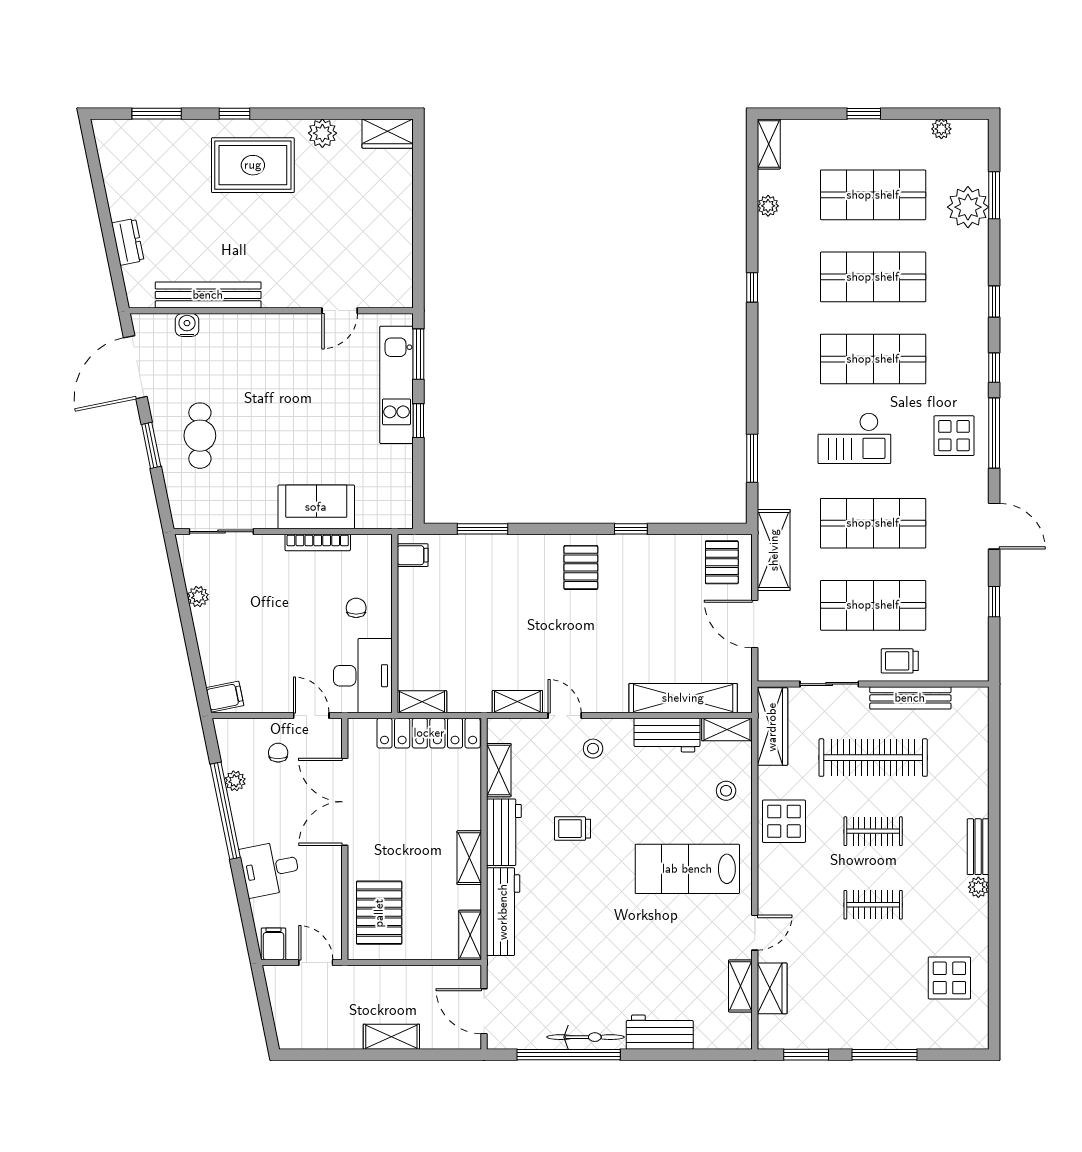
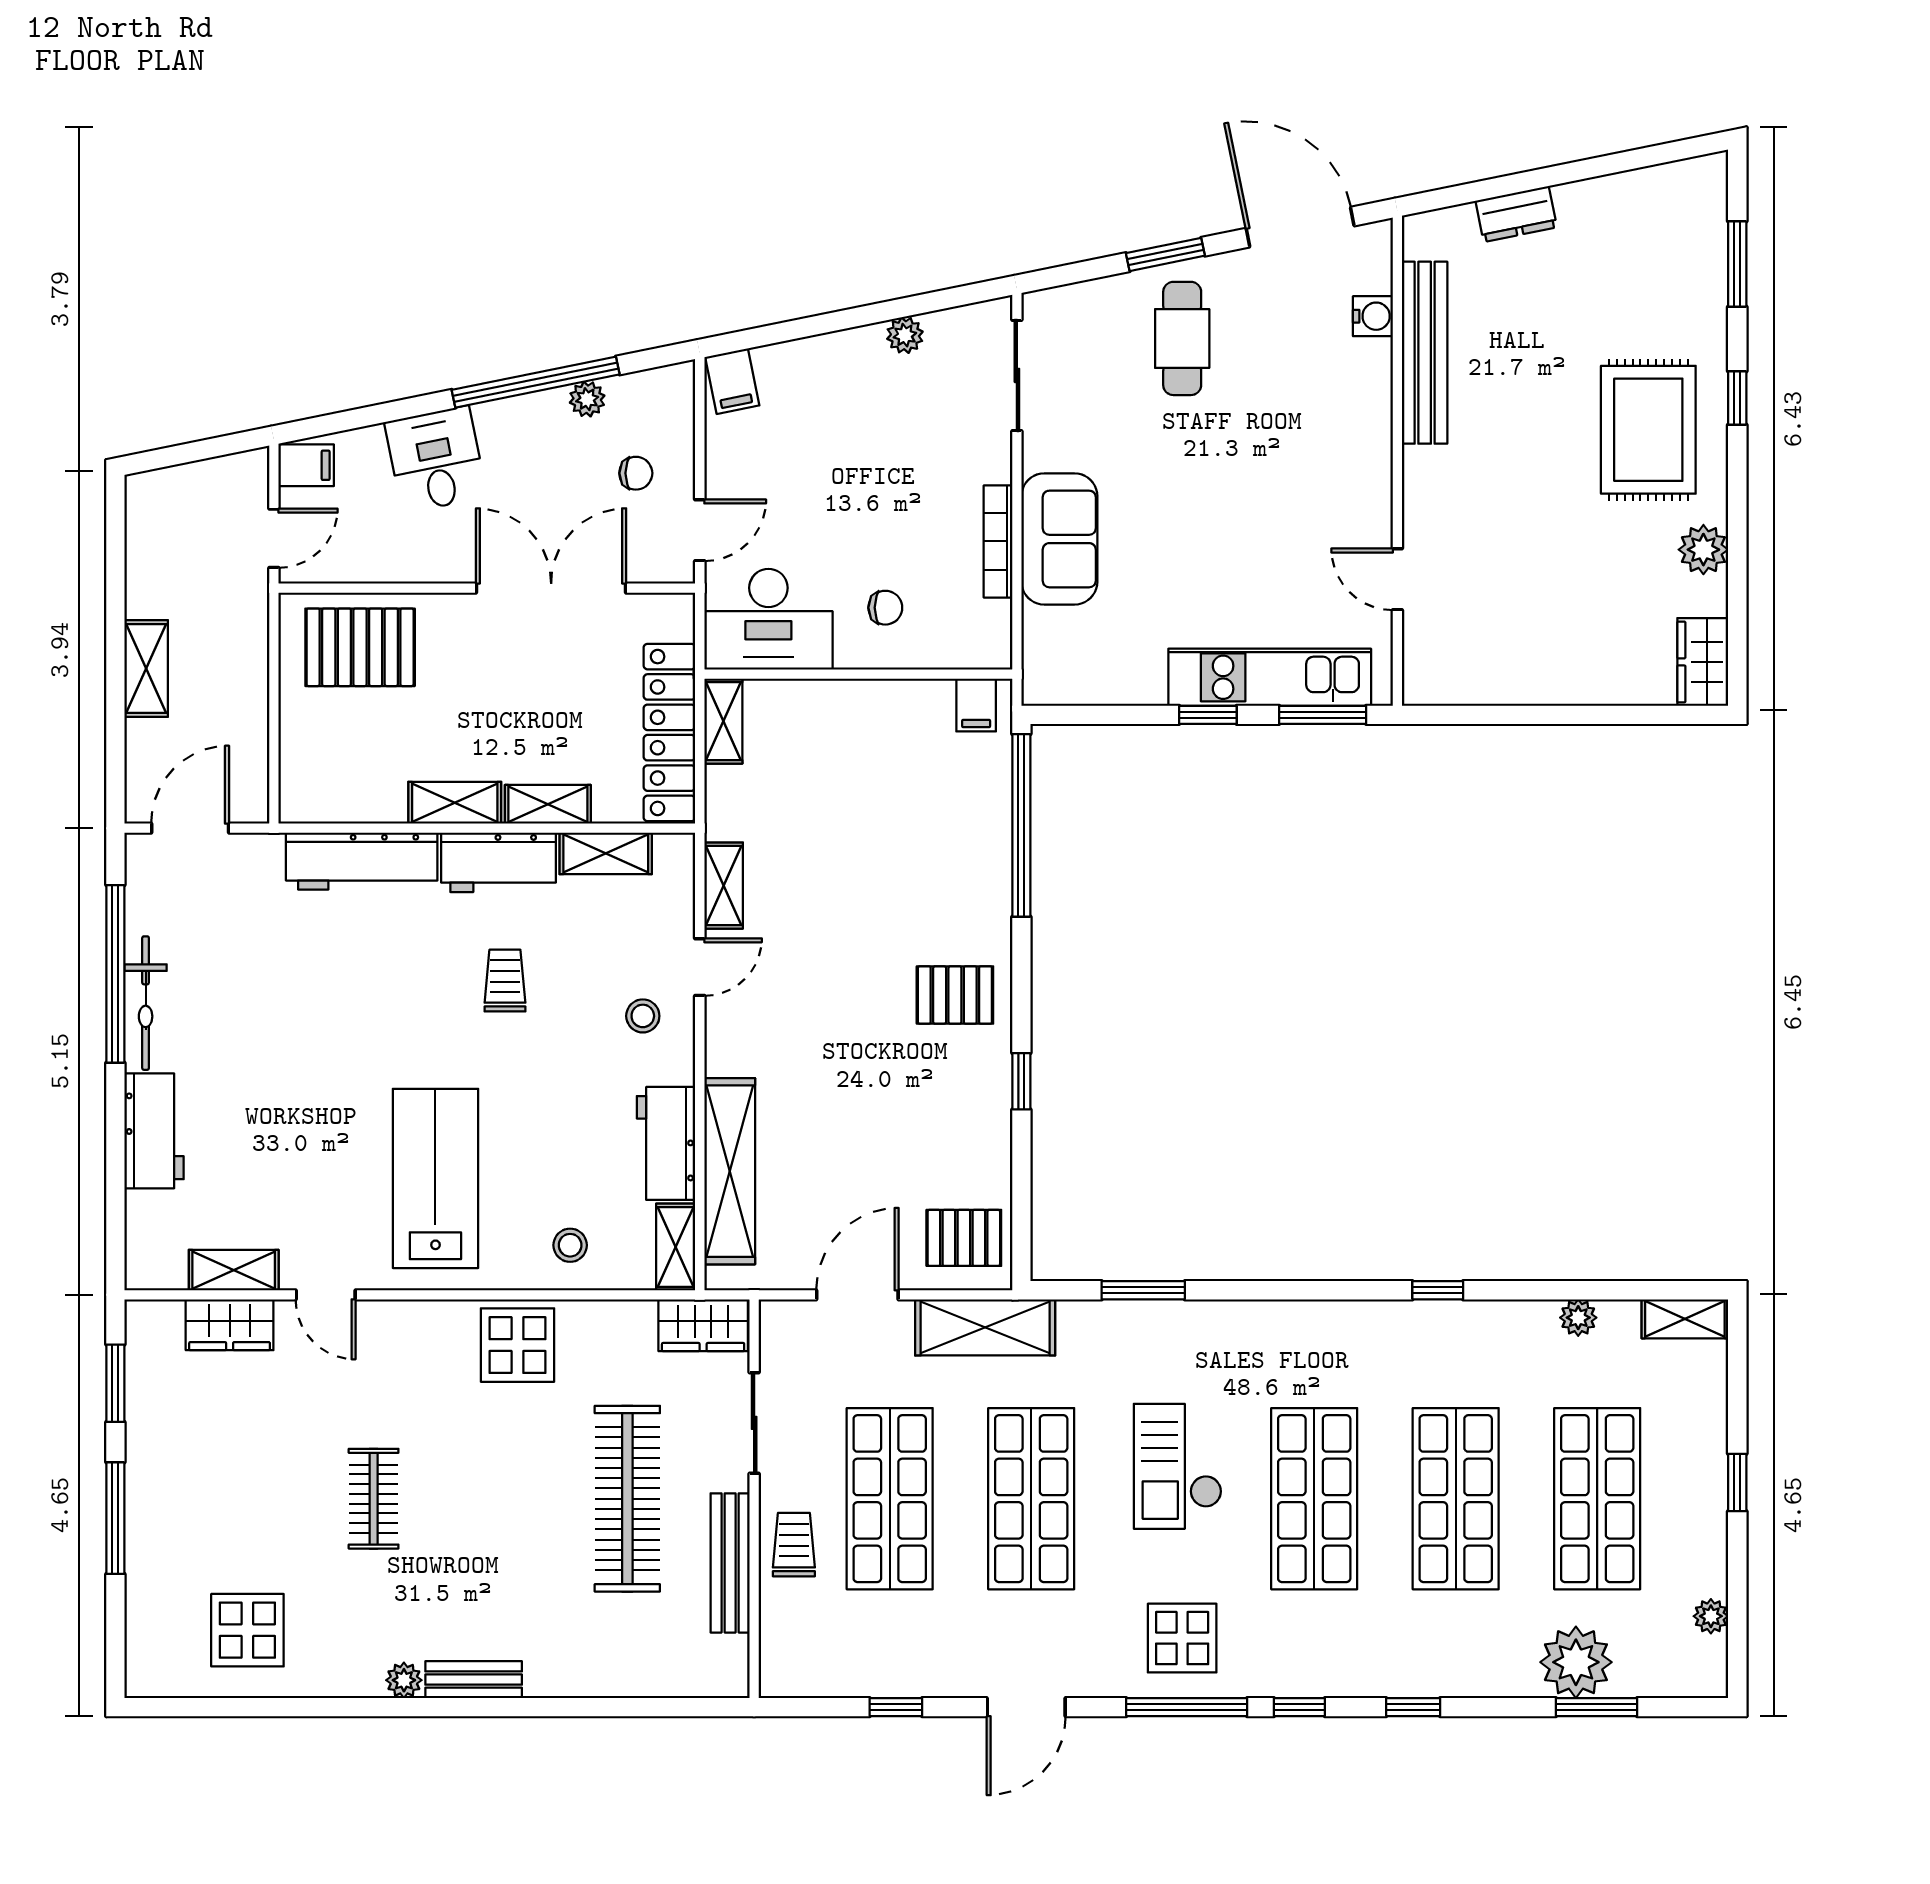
cafe table: (200, 436) -> (1182, 338), turned 90
window: (483, 529) -> (1021, 825), width x2.11
wardrobe: (772, 727) -> (703, 1325), width x0.67
clothes rail: (873, 831) -> (500, 1499), removed
shelving: (470, 935) -> (548, 804), moved

